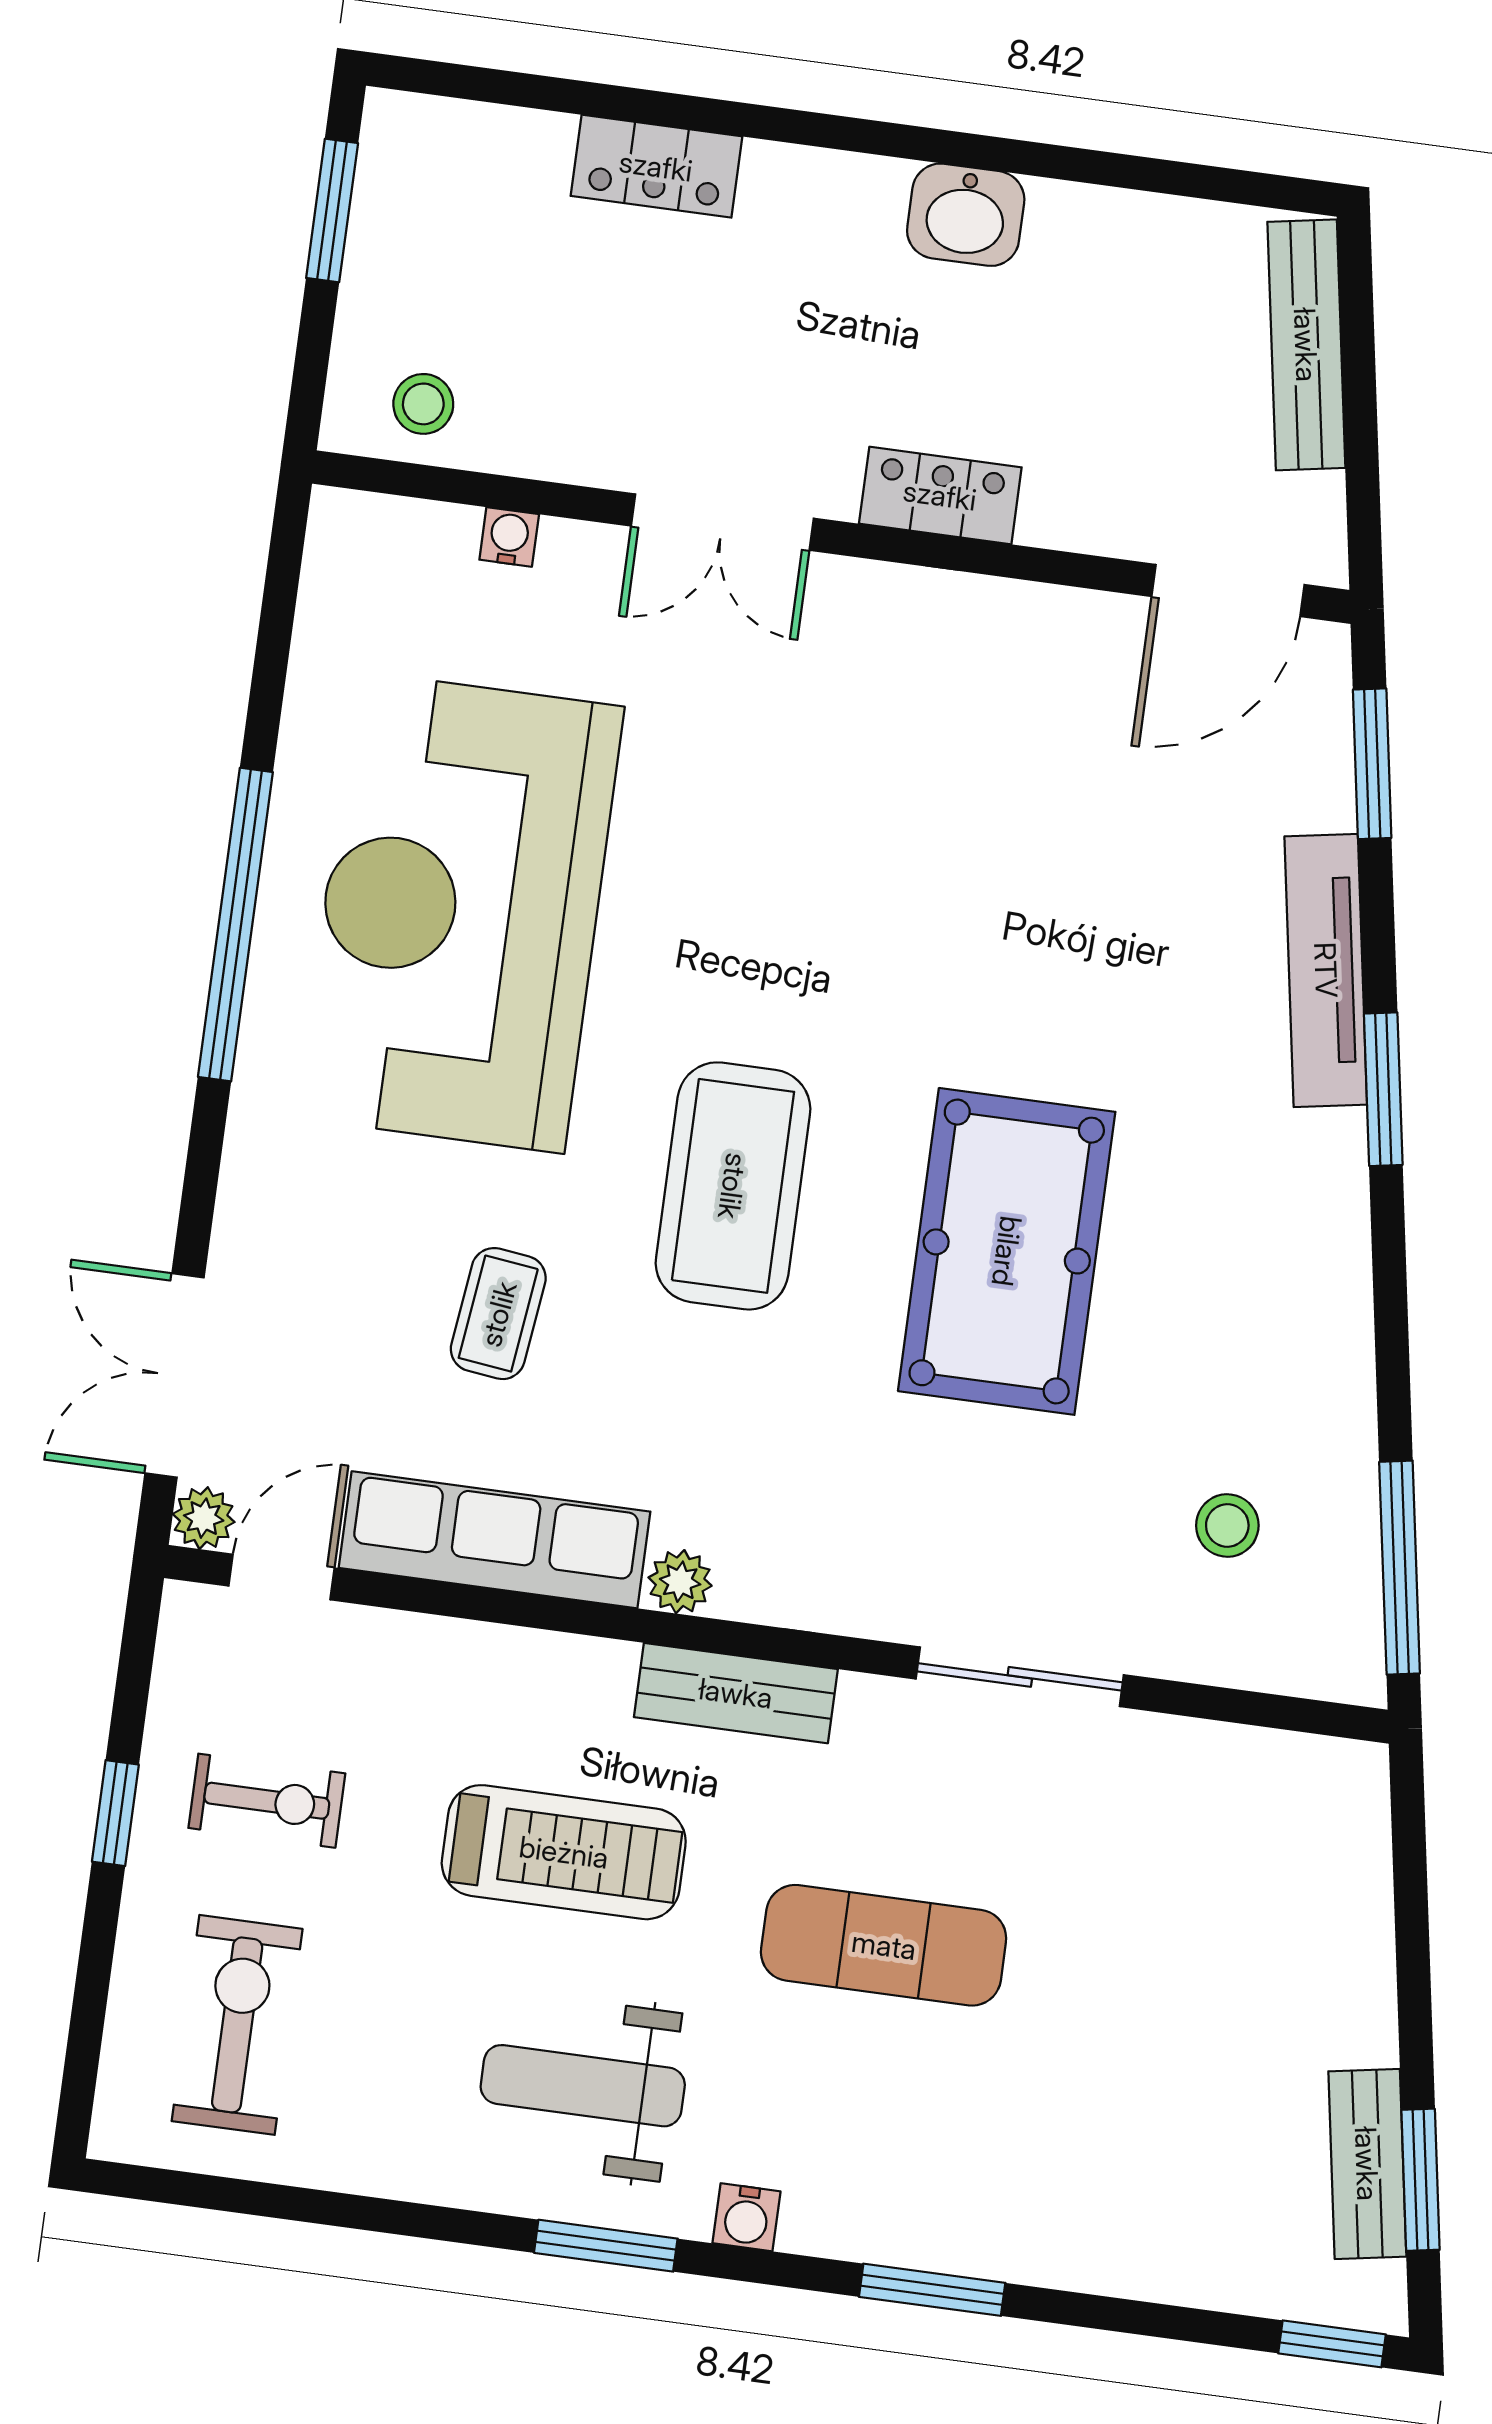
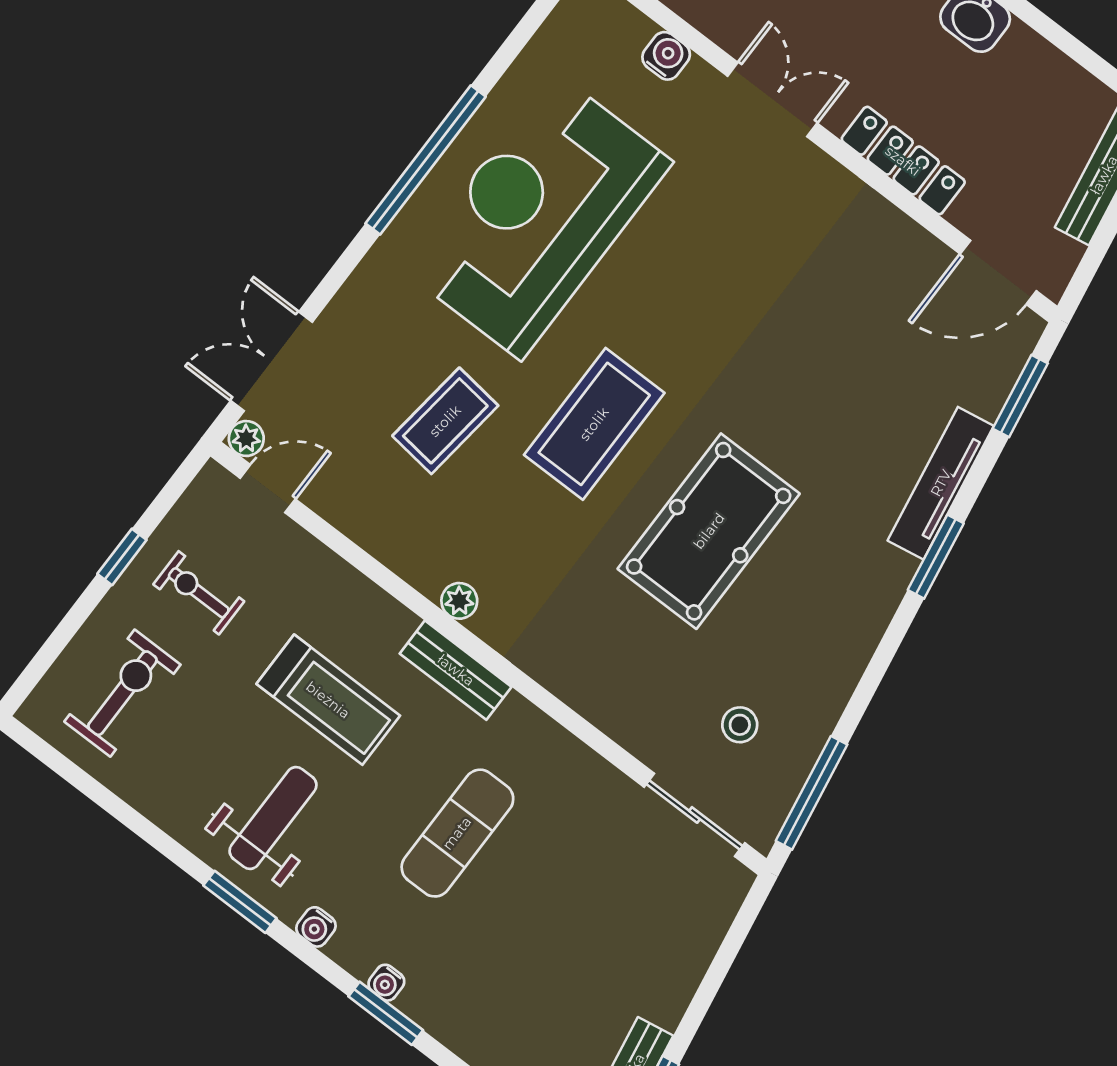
locker: (940, 495) -> (903, 161), width x1.53
double door: (722, 522) -> (772, 100), swing flipped
water cooler: (509, 537) -> (666, 56), width x1.38, depth x1.38
coffee table: (498, 1314) -> (445, 421), width x1.36, depth x1.30
row of seats: (495, 1540) -> (381, 529), removed
sliding door: (1020, 1677) -> (695, 815), moved
exercise bike: (267, 1801) -> (199, 593), turned 180
exercise mat: (884, 1945) -> (457, 833), turned 90
weight bench: (583, 2086) -> (273, 818), turned 90
water cooler: (906, 2242) -> (386, 983), added

